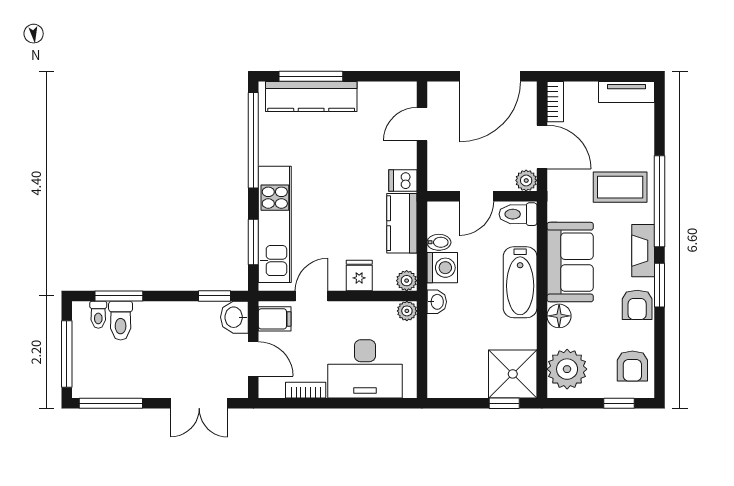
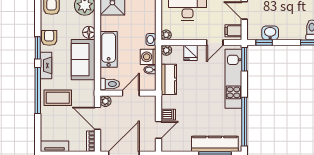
dishwasher: (403, 180) -> (168, 115), moved
window: (253, 242) -> (244, 59), moved
washbasin: (234, 317) -> (270, 33), moved, turned -90

